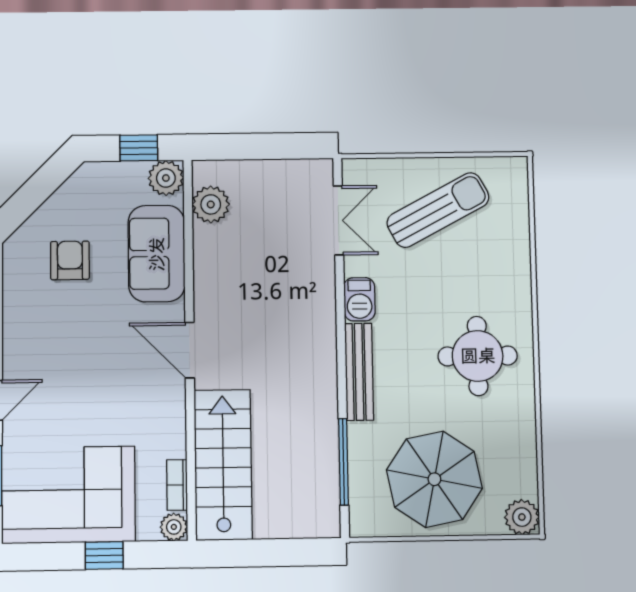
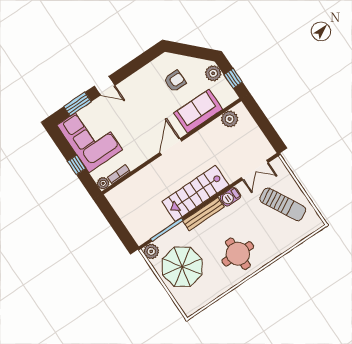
plant: (166, 178) -> (213, 73), moved
stairs: (223, 465) -> (195, 193), moved, turned 180
plant: (522, 517) -> (151, 251), moved

